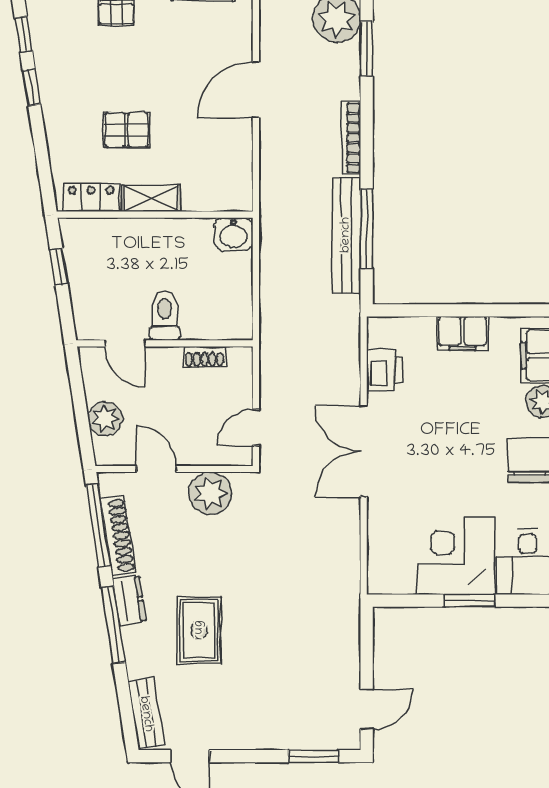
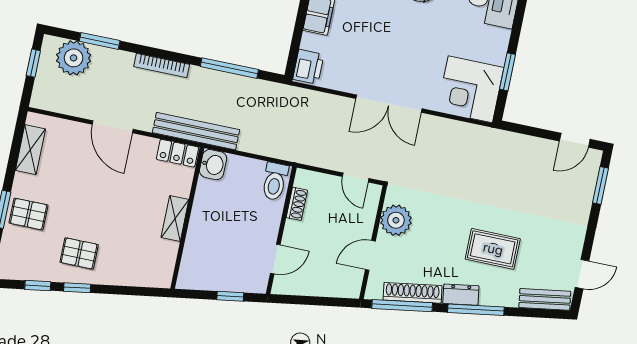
pallet: (126, 130) -> (79, 253), moved, turned 90
locker: (91, 197) -> (177, 153), moved, turned -90
bench: (346, 235) -> (196, 131), moved
window: (59, 267) -> (230, 296), moved
toilet: (165, 316) -> (275, 181), moved, turned -90
printer: (384, 370) -> (308, 67), moved, turned 90
plant: (105, 419) -> (326, 285), removed
corner desk: (456, 556) -> (470, 89), moved
window: (470, 601) -> (507, 72), moved
door: (367, 709) -> (575, 140), swing flipped

